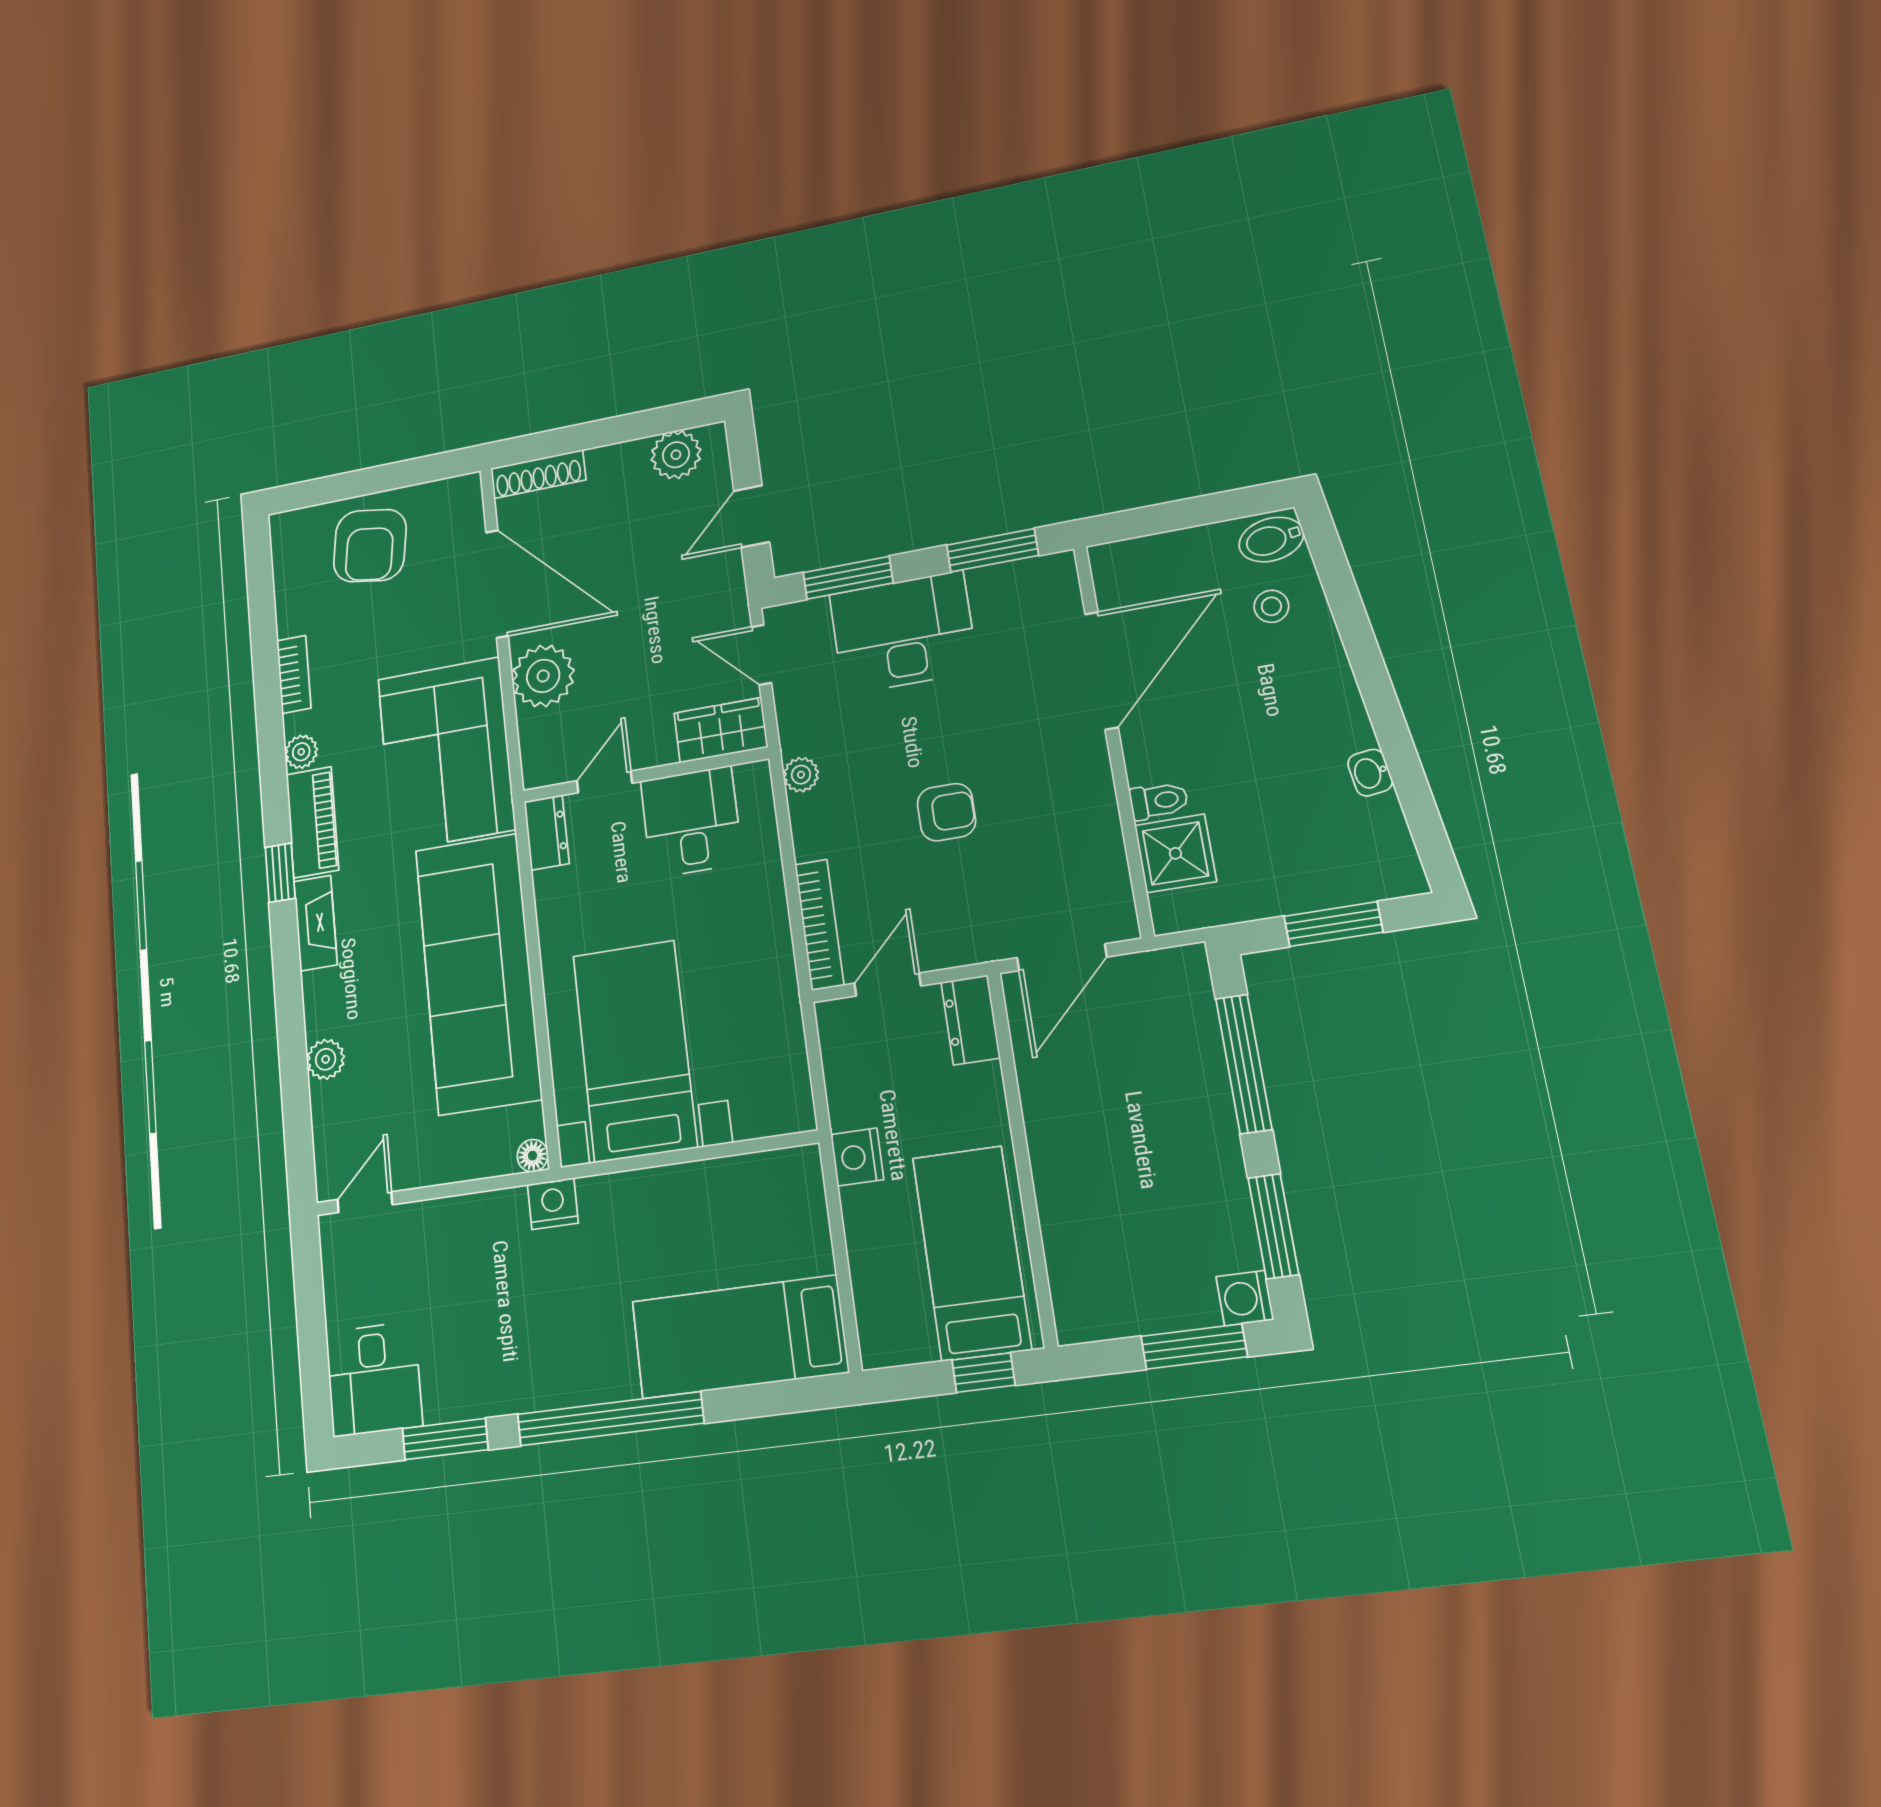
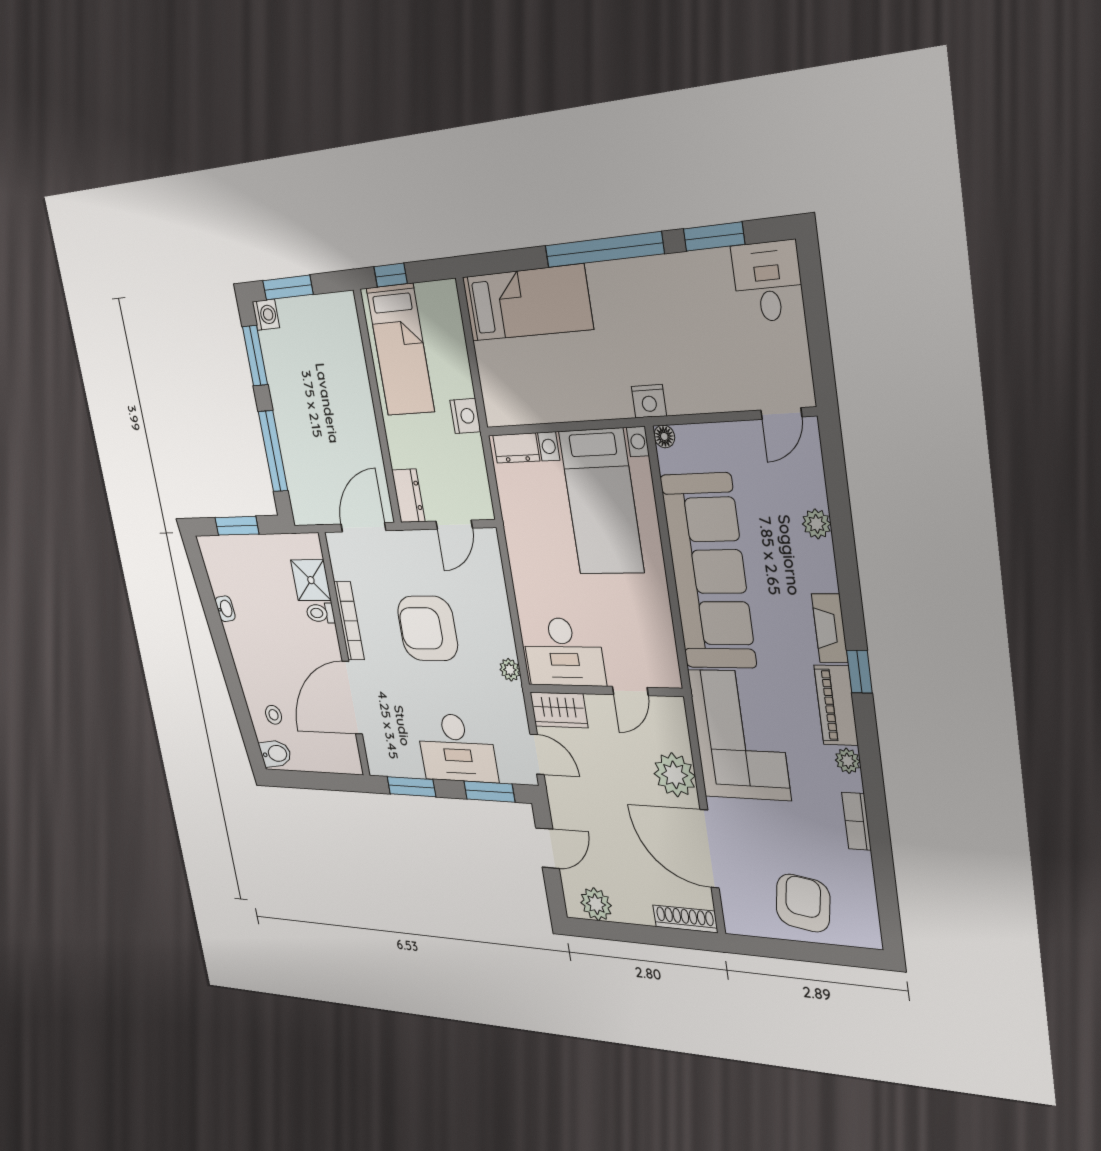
armchair: (946, 812) -> (428, 628), width x1.88, depth x1.88
desk: (691, 822) -> (563, 652), width x1.37
dresser: (547, 833) -> (516, 448), moved, turned -90
bookcase: (819, 925) -> (349, 621), moved, turned 180

